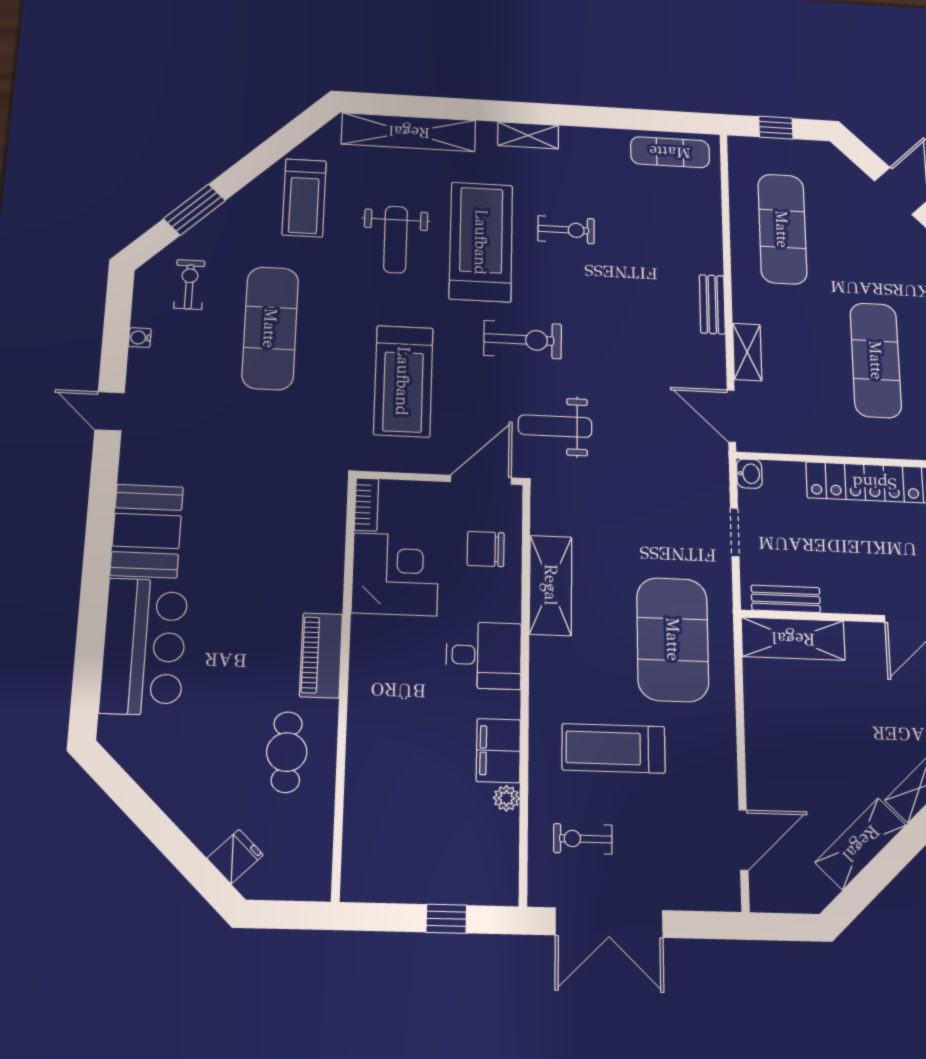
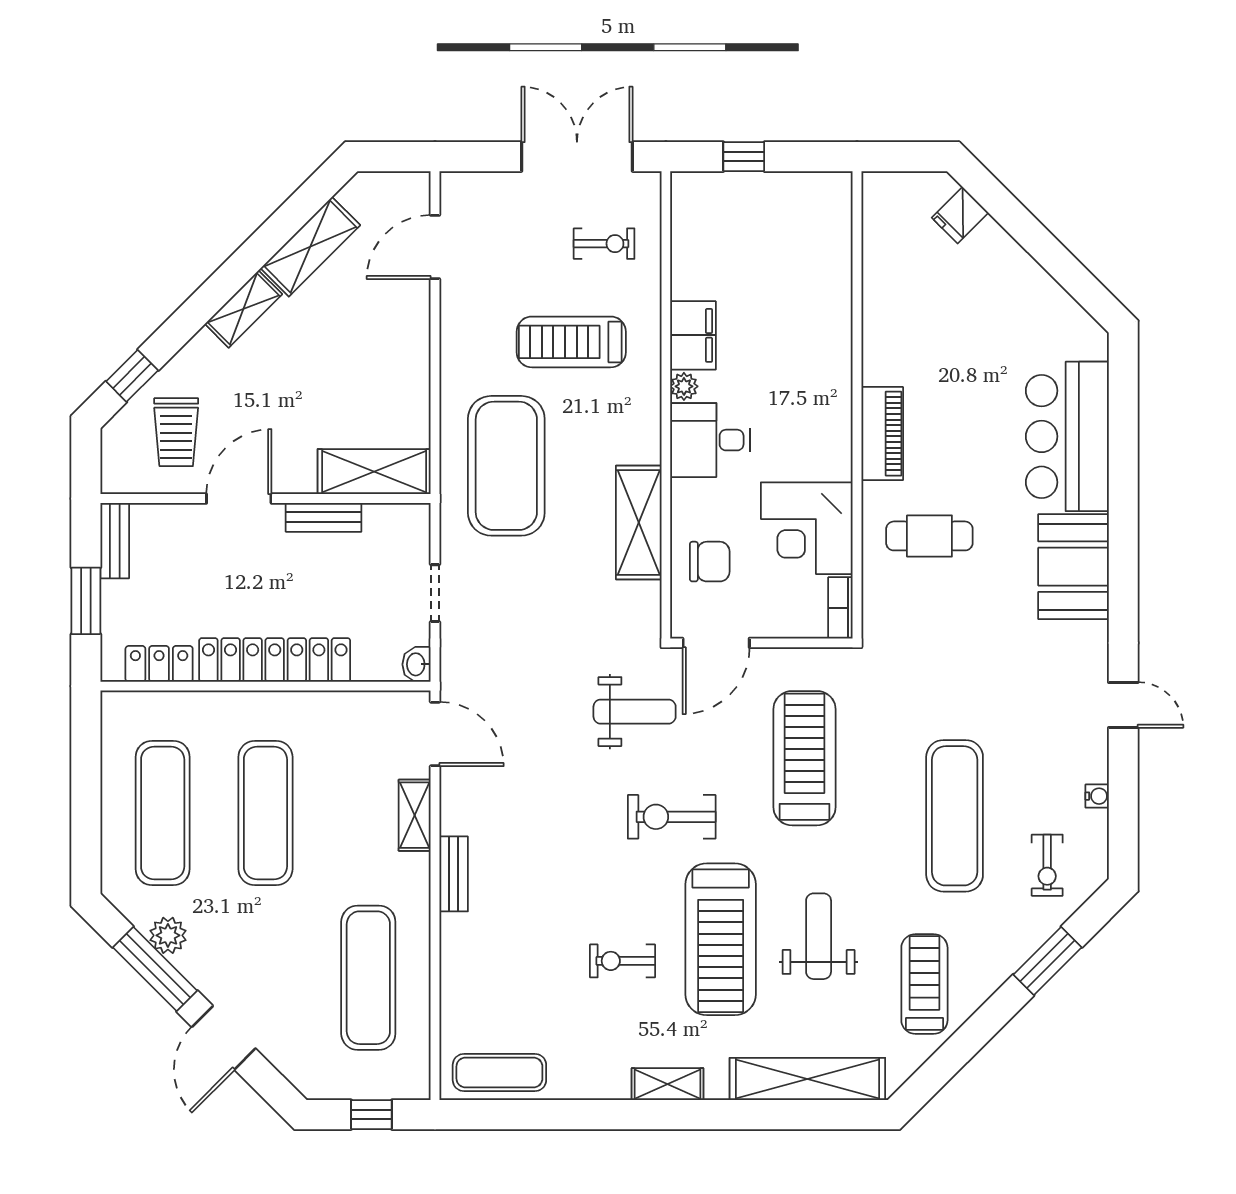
bench: (786, 599) -> (324, 517), moved
treadmill: (614, 748) -> (571, 342), turned 180
cafe table: (287, 752) -> (929, 536), moved, turned 90
plant: (506, 798) -> (684, 386), moved

